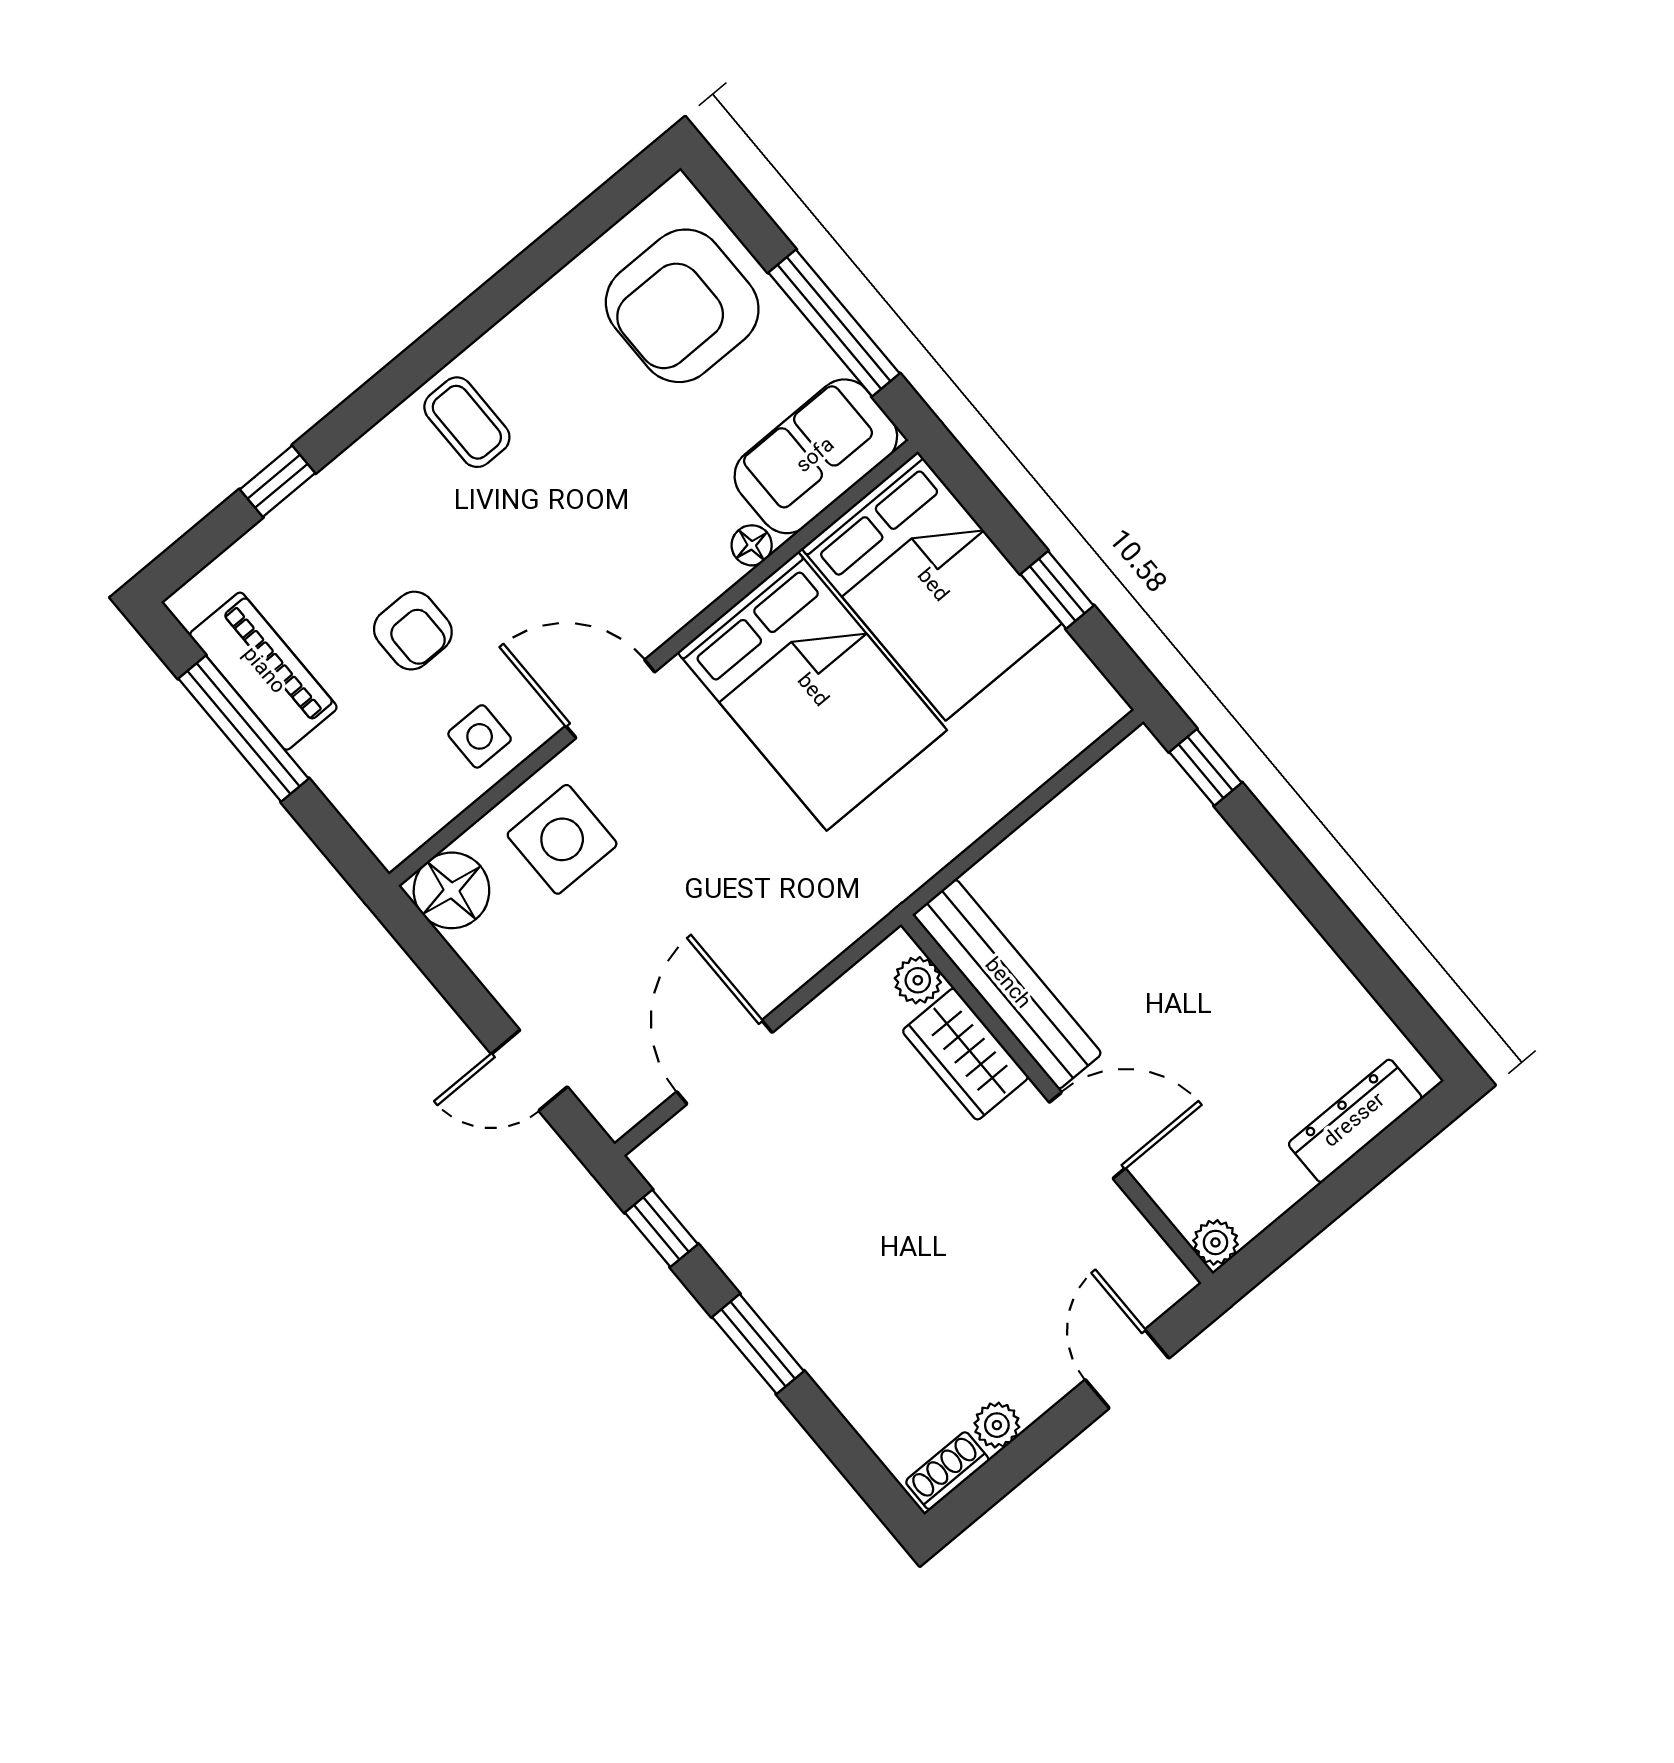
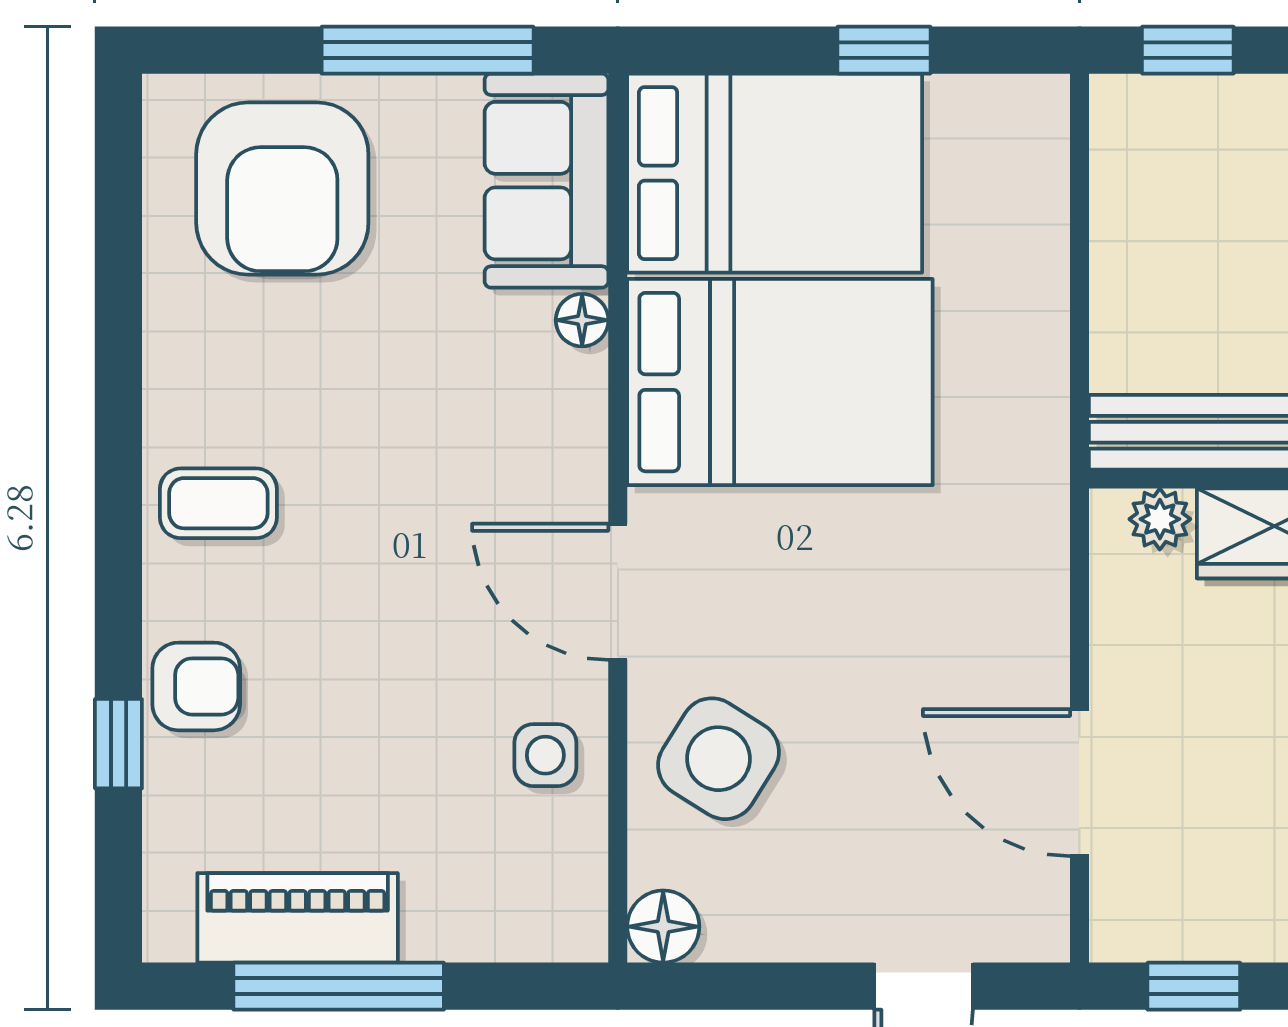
armchair: (413, 631) -> (196, 686), moved
door: (610, 699) -> (618, 592), hinge flipped
side table: (562, 839) -> (718, 759), turned 32
floor lamp: (451, 890) -> (663, 927), width x0.73, depth x0.73

